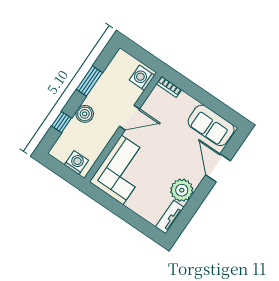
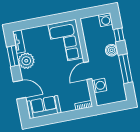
washing machine: (142, 78) -> (99, 86), moved
window: (89, 81) -> (125, 69), width x1.44
washing machine: (76, 163) -> (106, 20), moved
window: (190, 208) -> (13, 56), added

